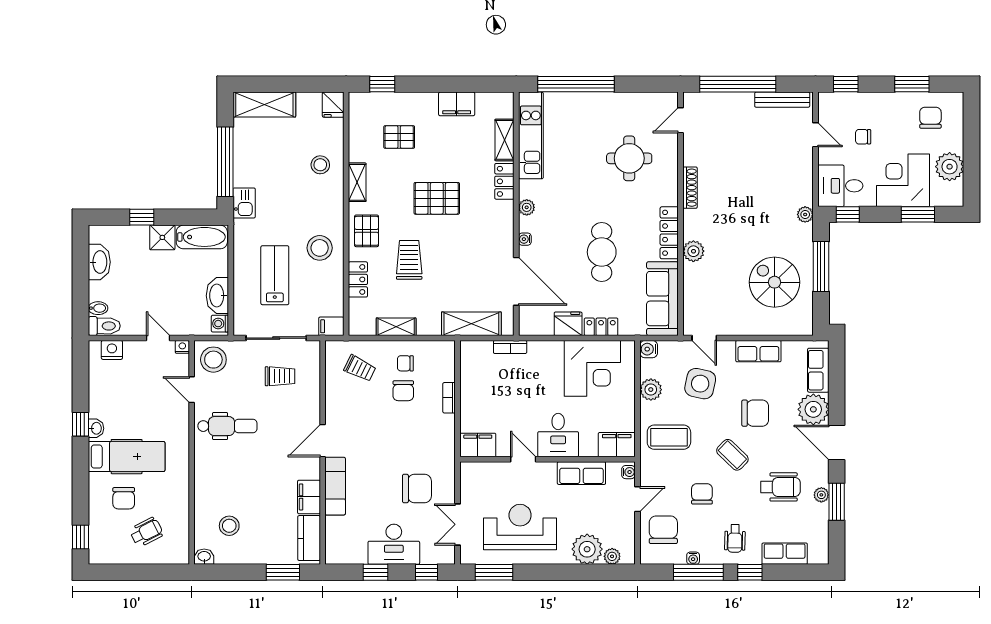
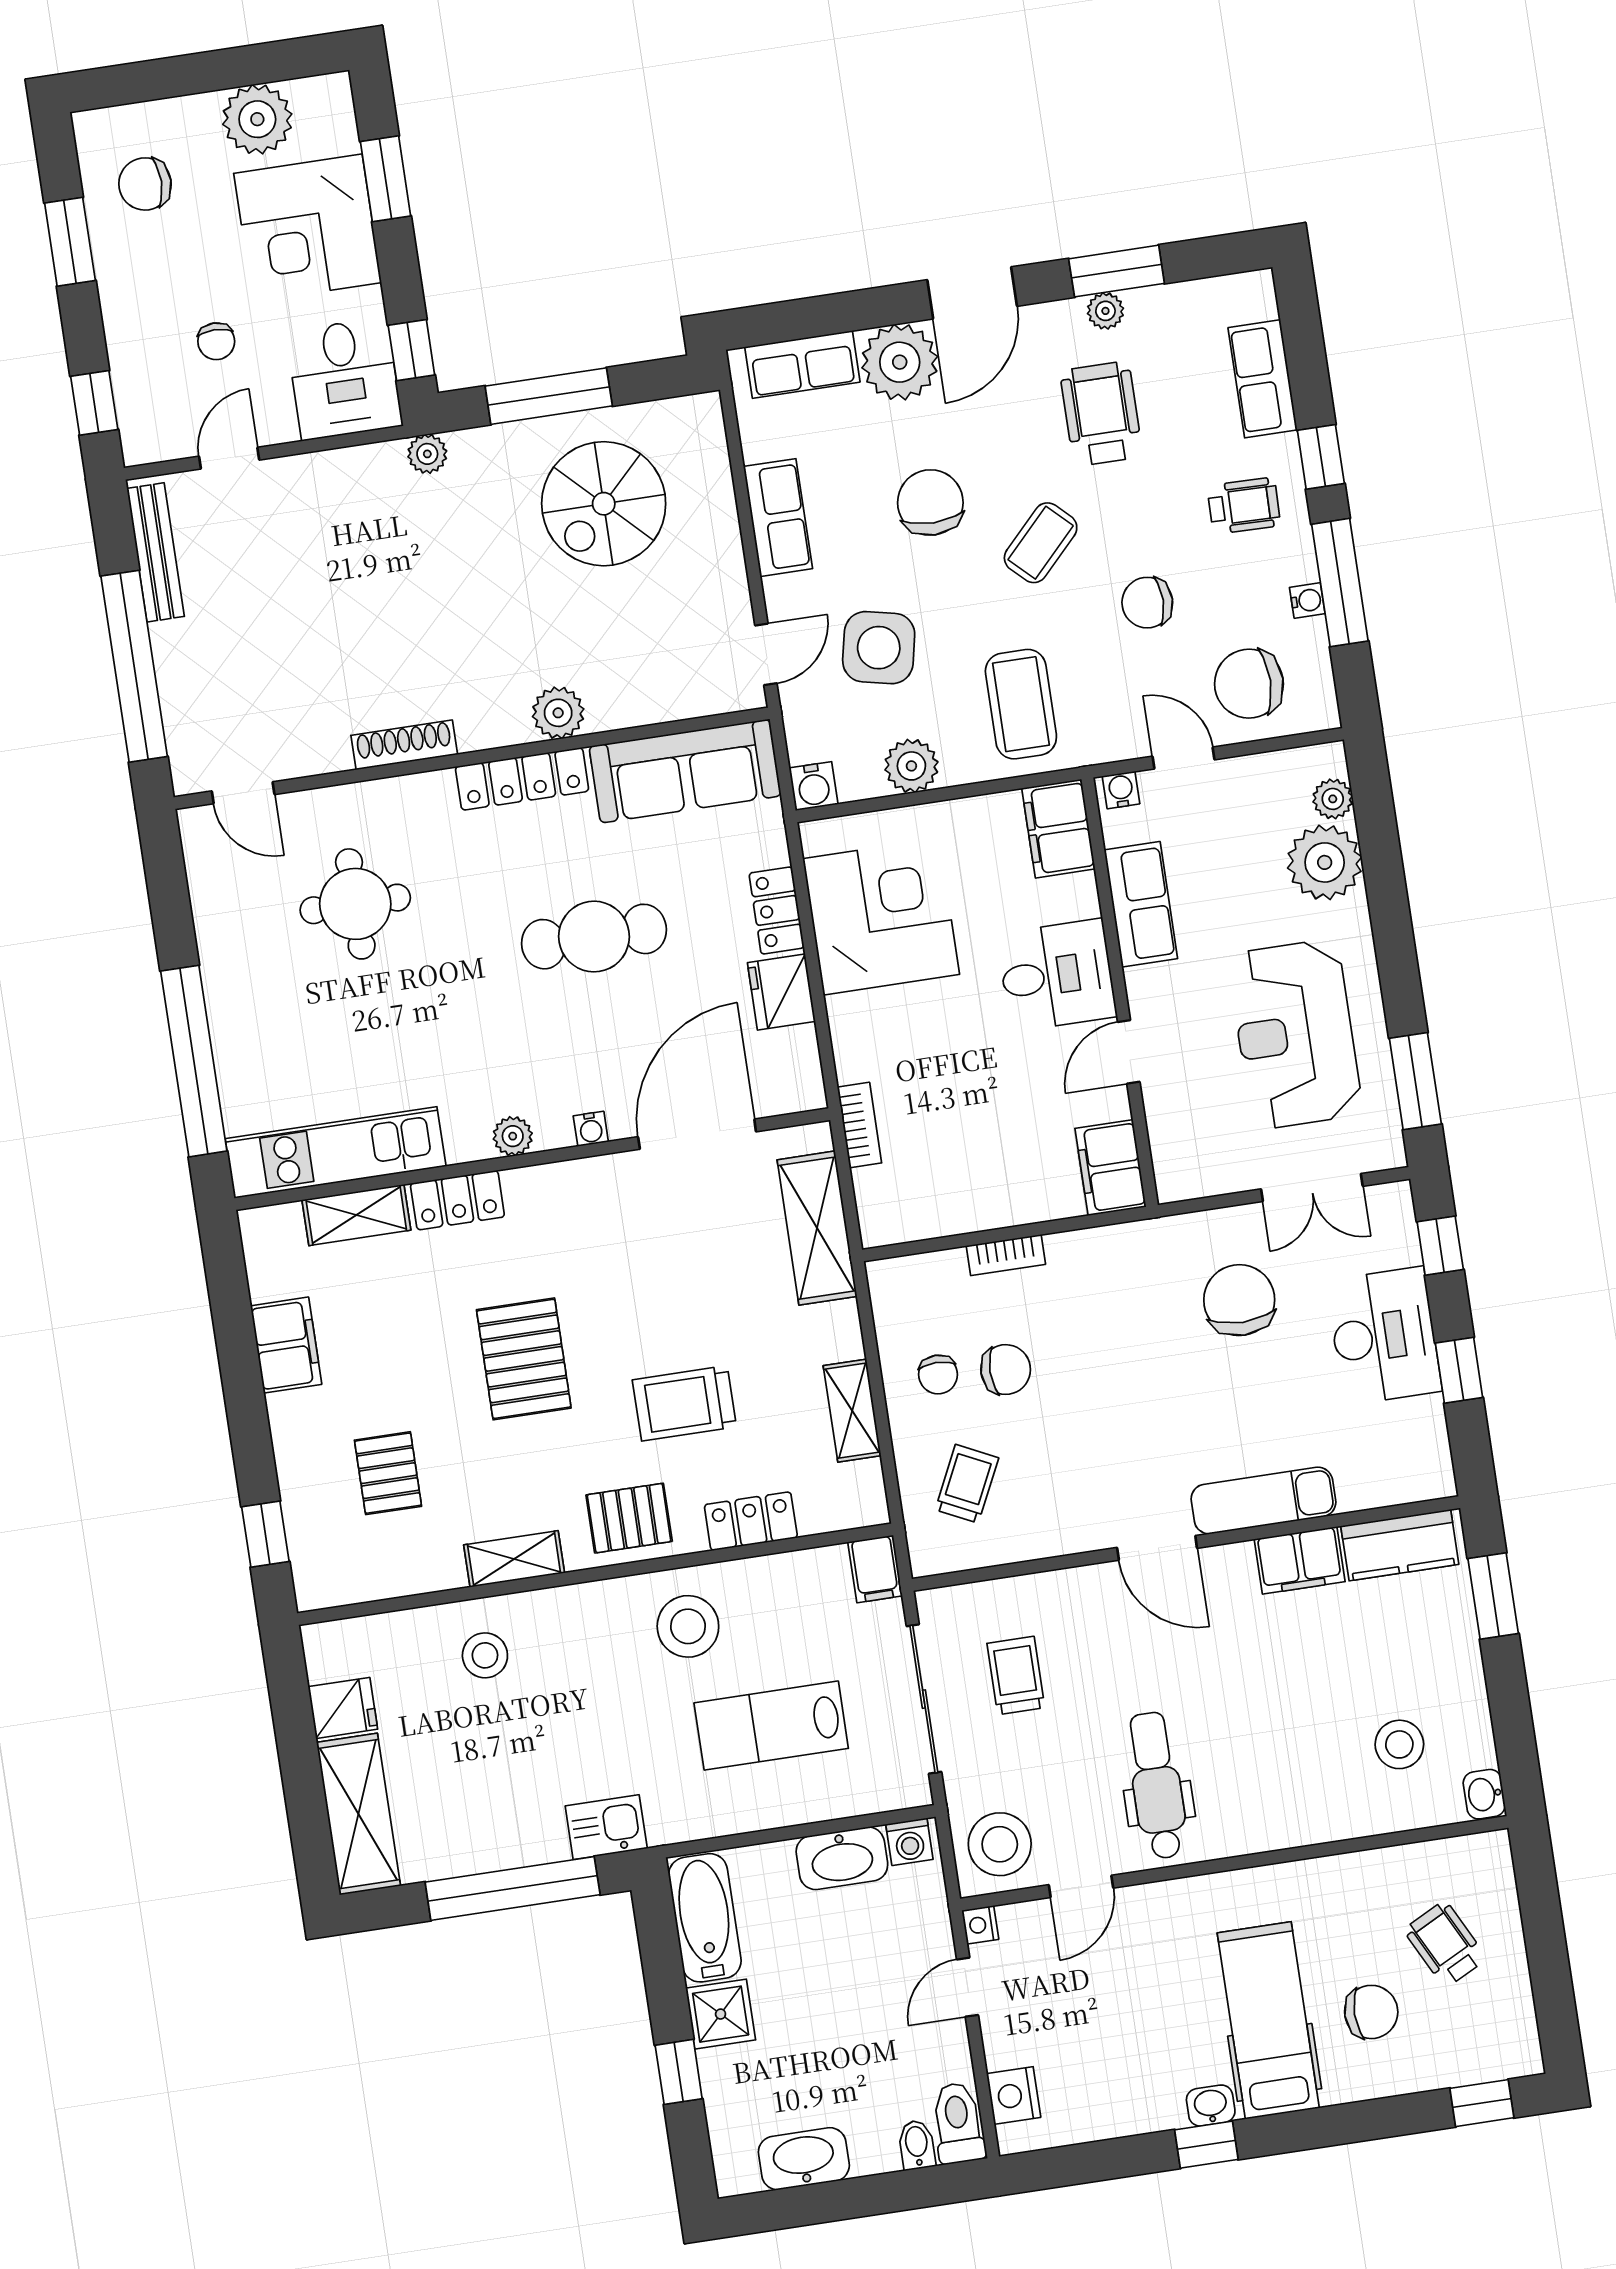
fridge: (333, 105) -> (343, 1708), moved

